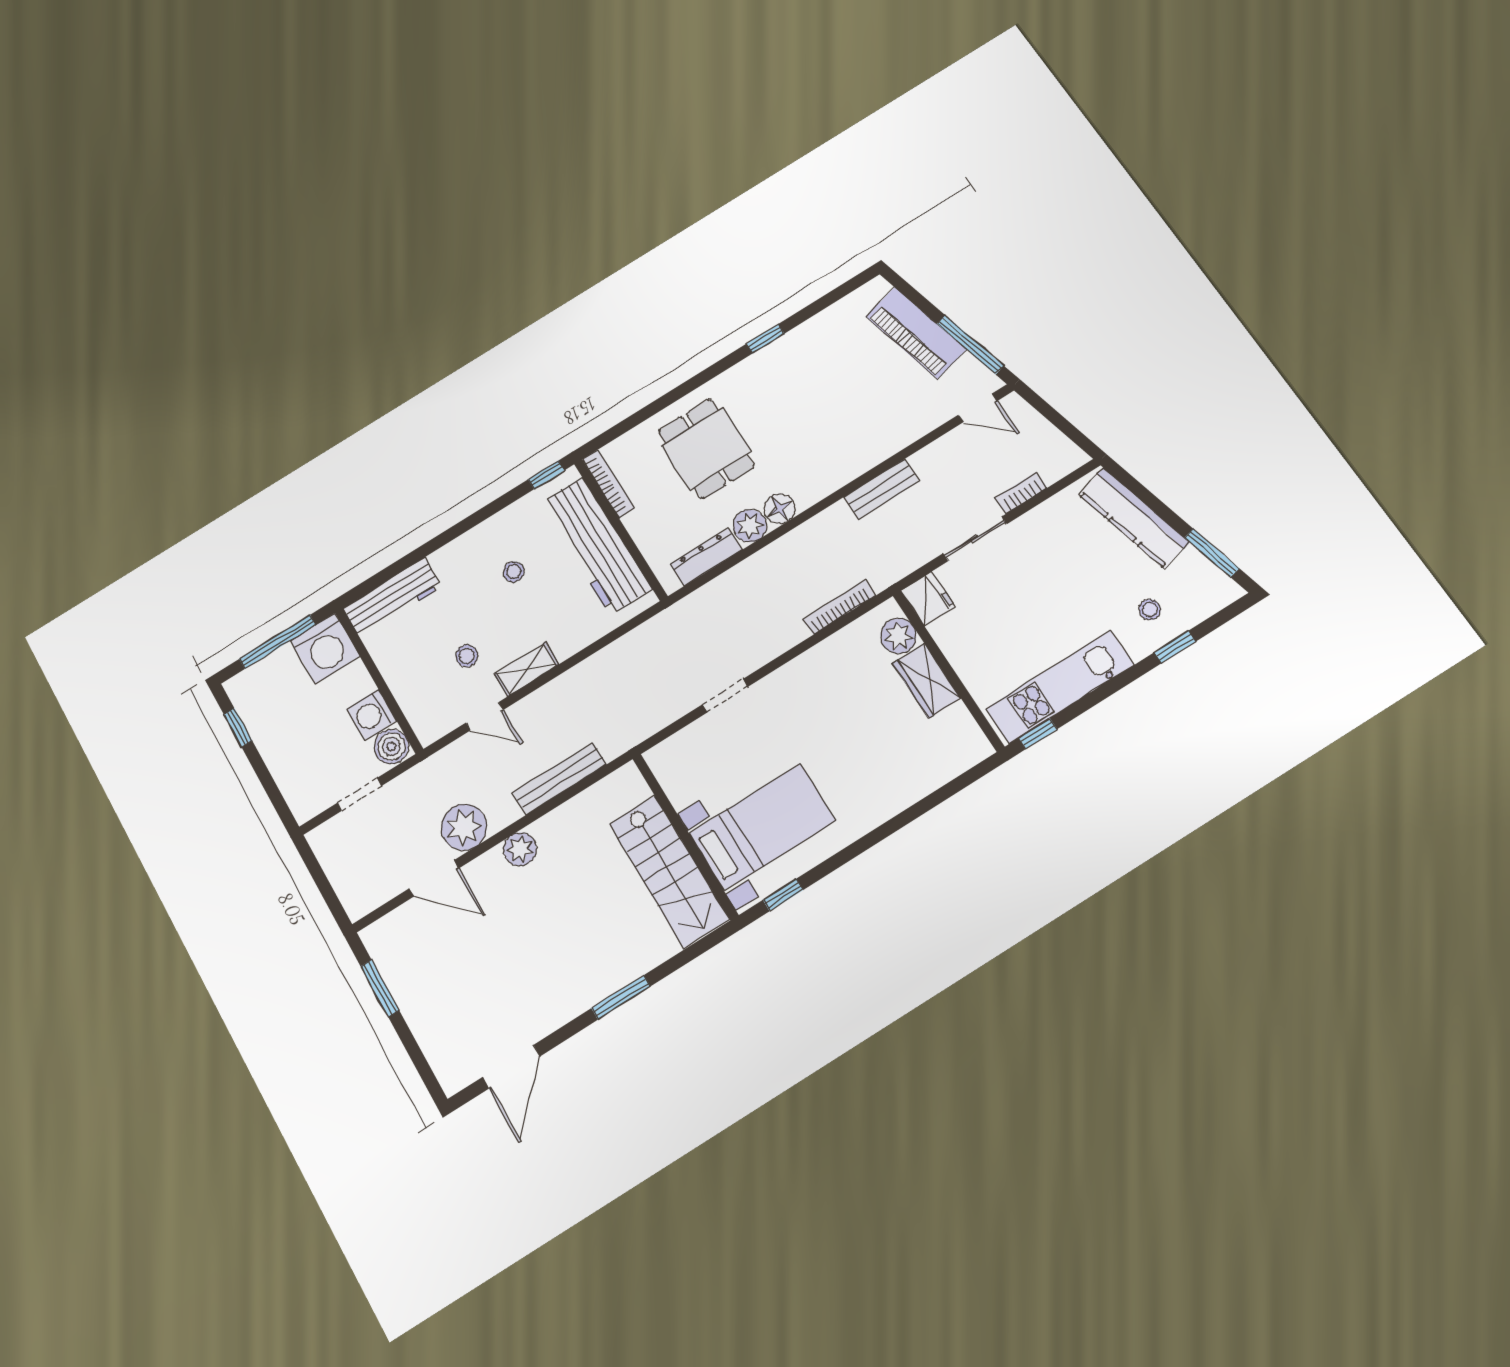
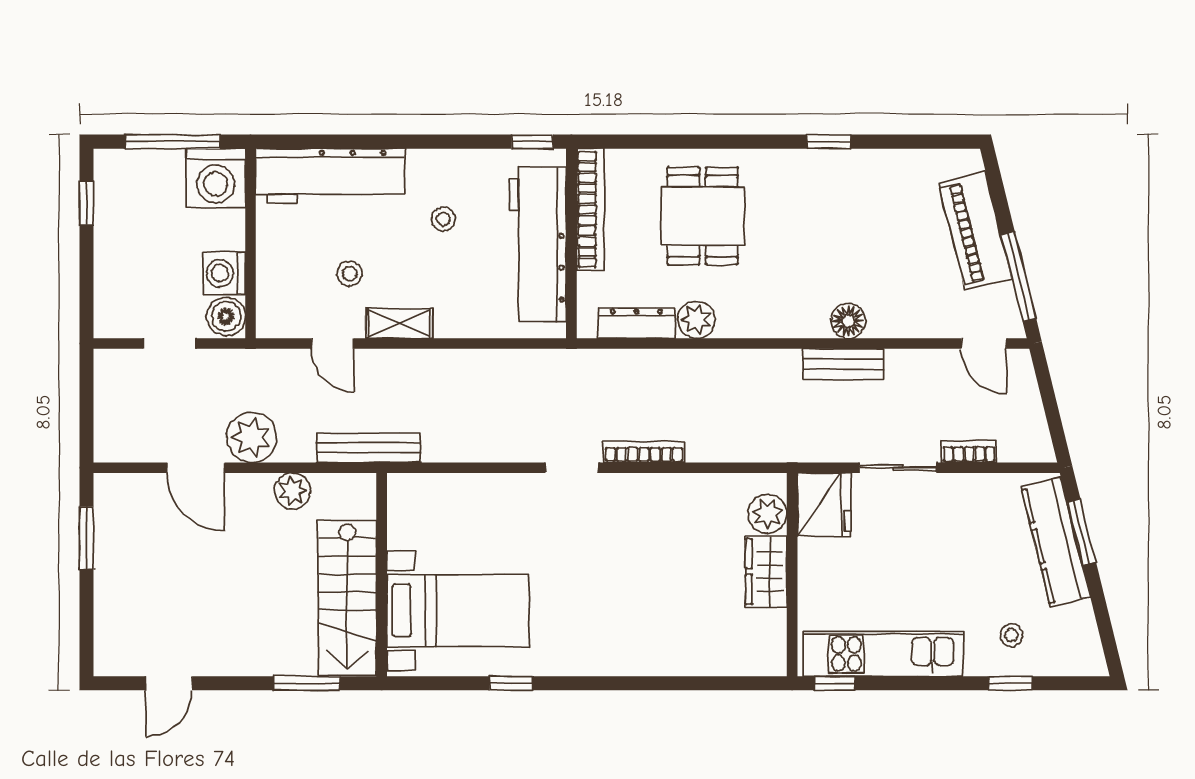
bookcase: (608, 484) -> (590, 210), width x1.48, depth x1.31
floor lamp: (780, 509) -> (848, 321), moved
window: (1212, 553) -> (1081, 532), moved
workbench: (392, 598) -> (330, 176), width x1.36, depth x1.32
fridge: (928, 599) -> (824, 505), width x1.36, depth x1.34
bookcase: (839, 607) -> (644, 452), moved
bed with nightstands: (762, 827) -> (458, 611), moved
wall: (685, 836) -> (382, 575), moved
stairs: (669, 871) -> (347, 597), moved
door: (511, 1067) -> (169, 683), width x0.73

